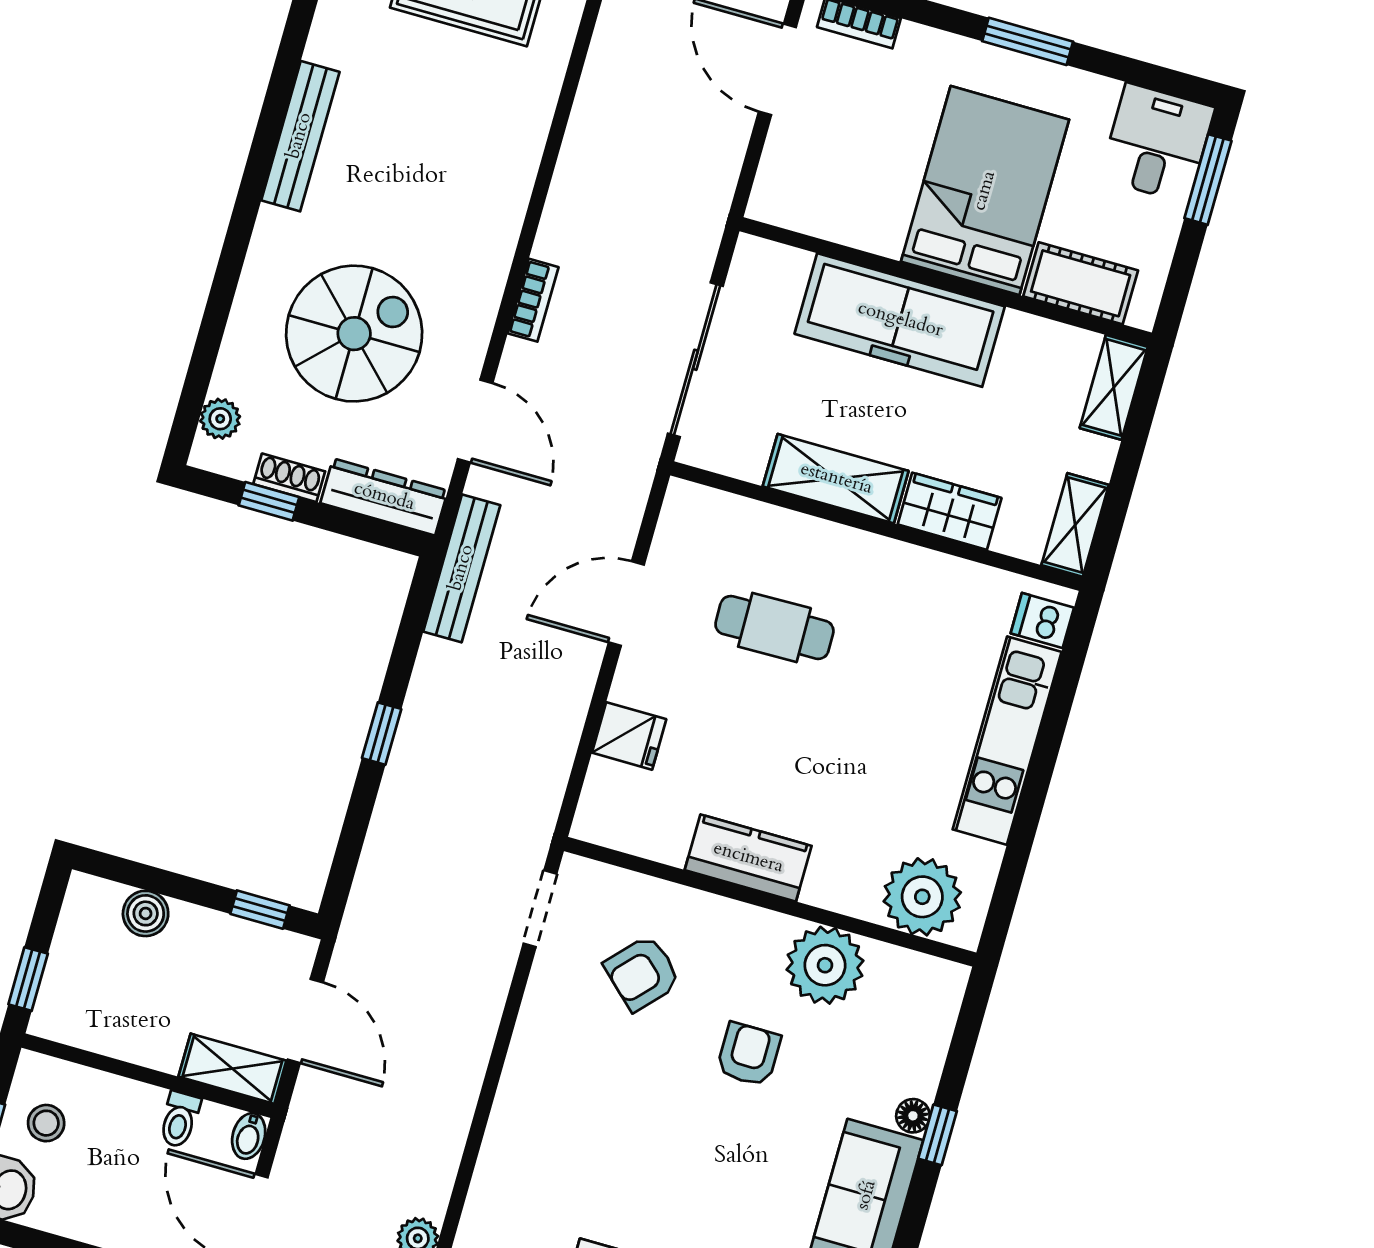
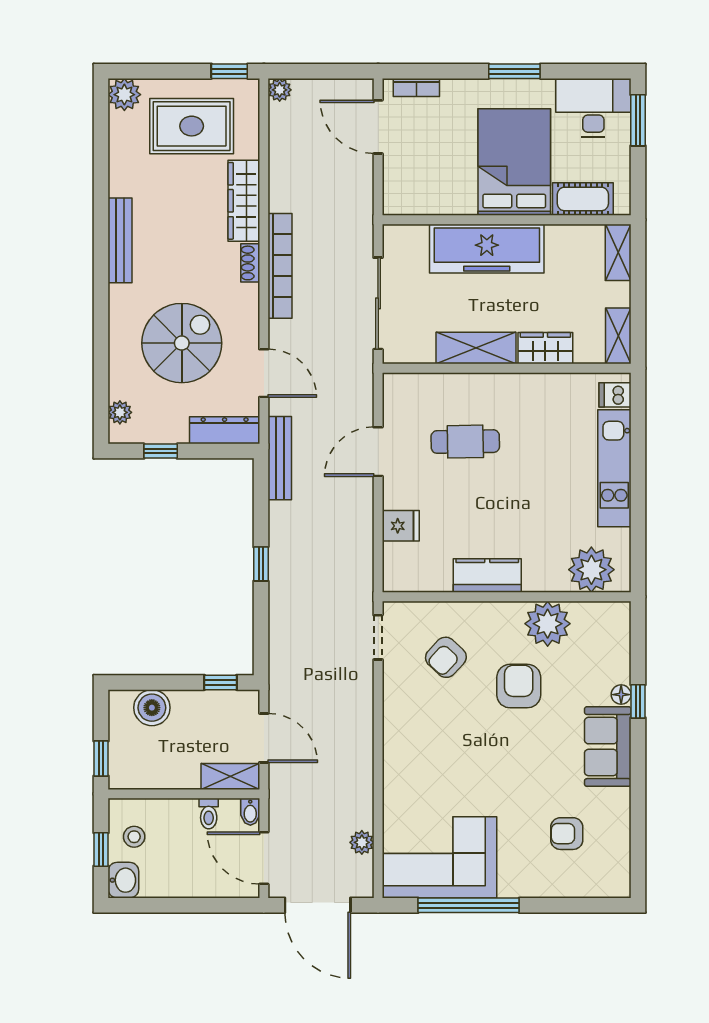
wardrobe: (522, 129) -> (244, 201), added
desk: (1157, 143) -> (593, 108), width x1.37
bookcase: (533, 300) -> (280, 266), width x2.31, depth x1.31
shoe rack: (289, 478) -> (250, 263), moved, turned -90
boiler: (146, 913) -> (152, 708), width x1.36, depth x1.36
armchair: (749, 1054) -> (519, 686), width x1.38, depth x1.38

